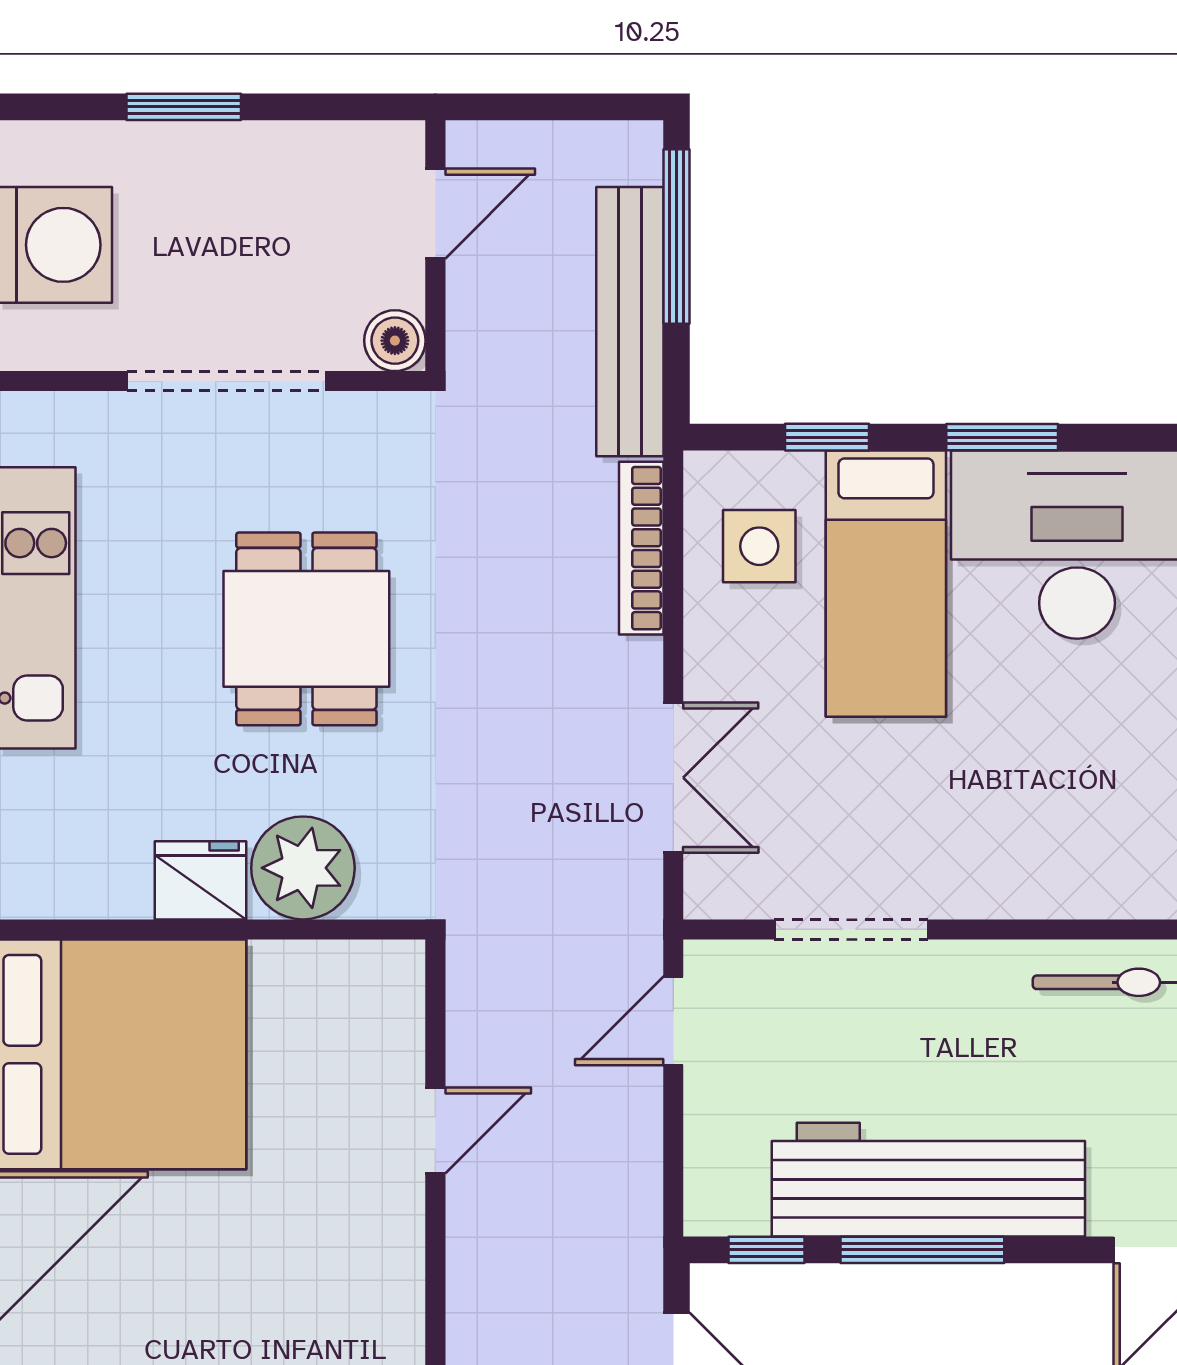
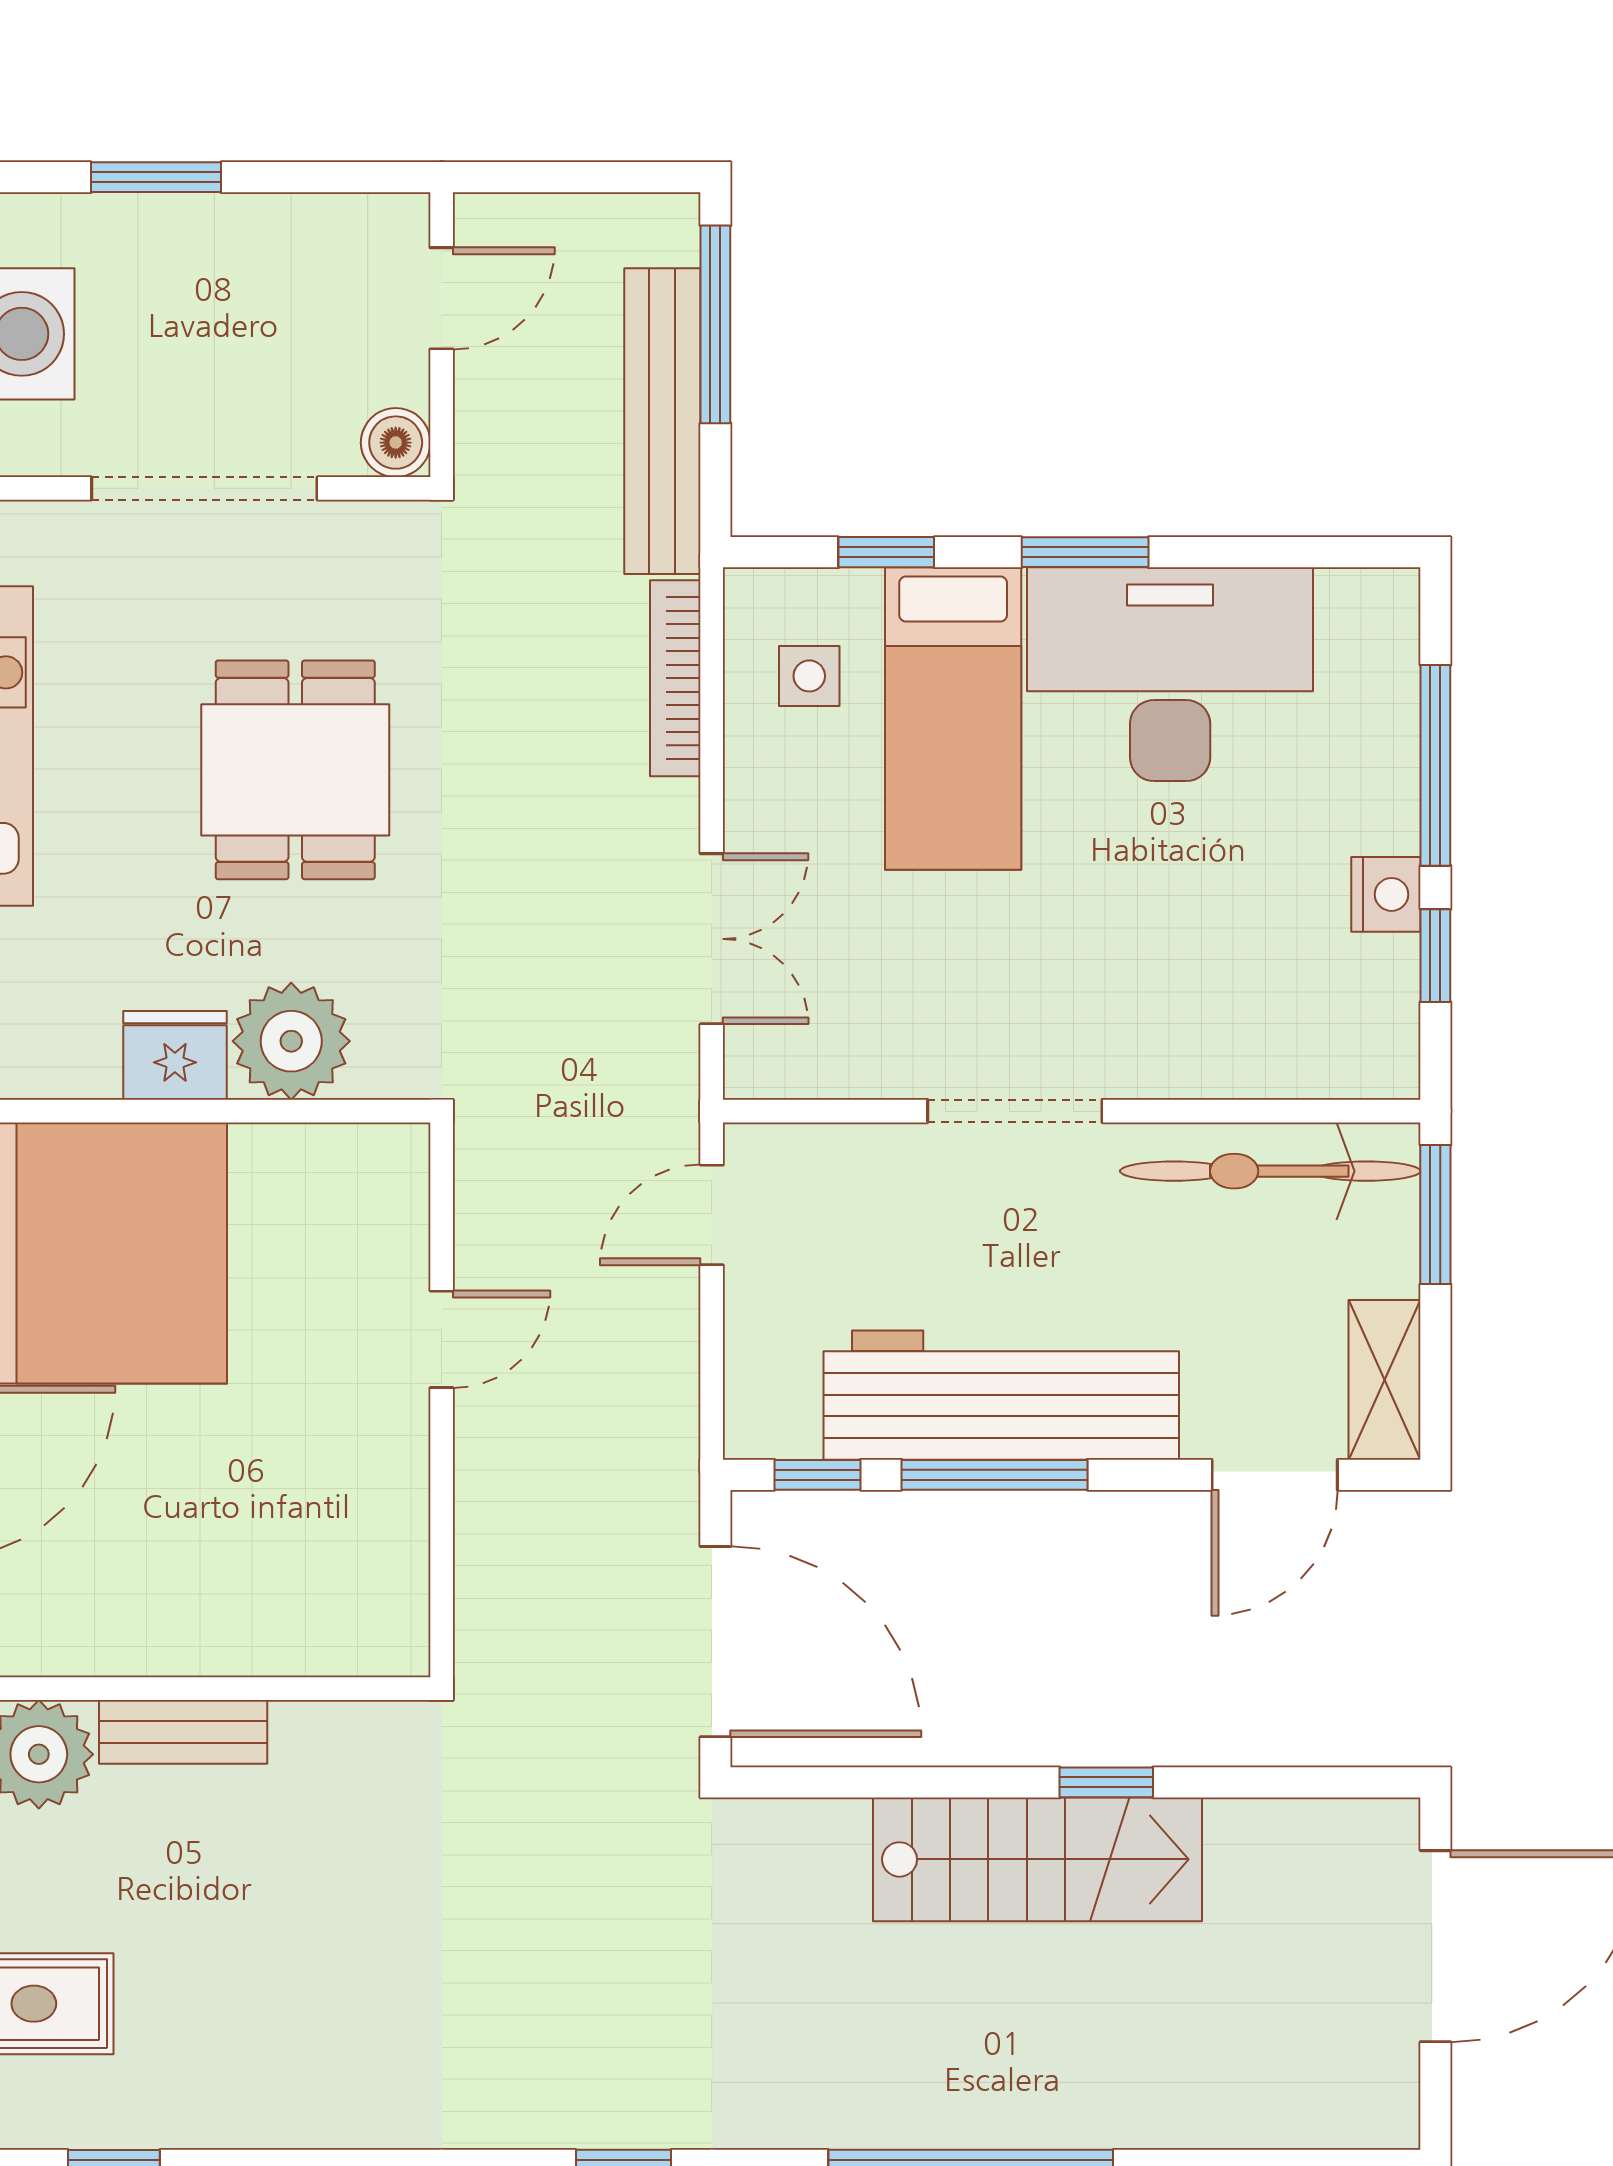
side table: (759, 546) -> (809, 676), width x0.73, depth x0.73
doorway: (851, 929) -> (1015, 1111), moved

